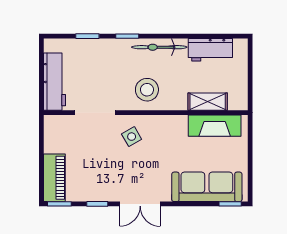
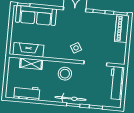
bicycle: (159, 47) -> (71, 98), moved

